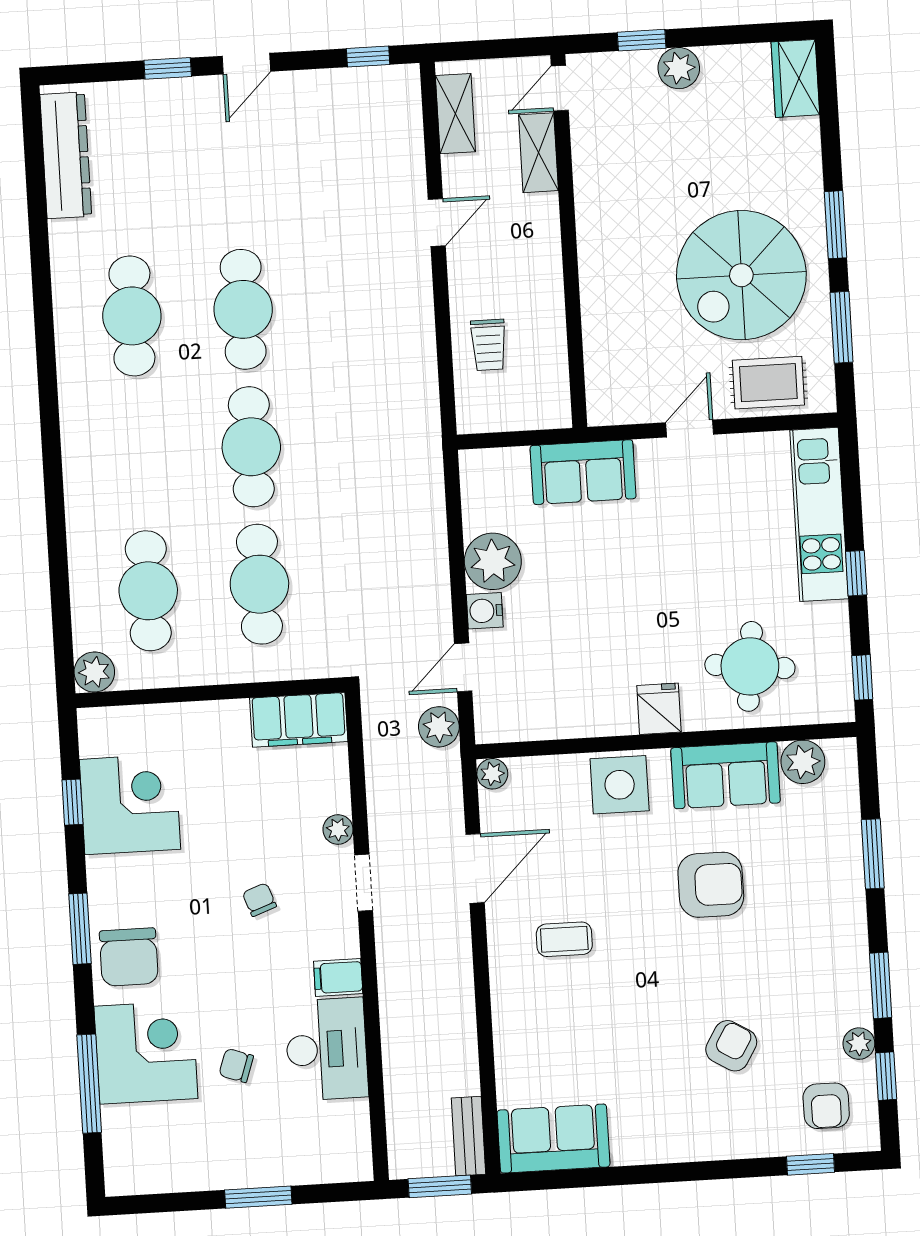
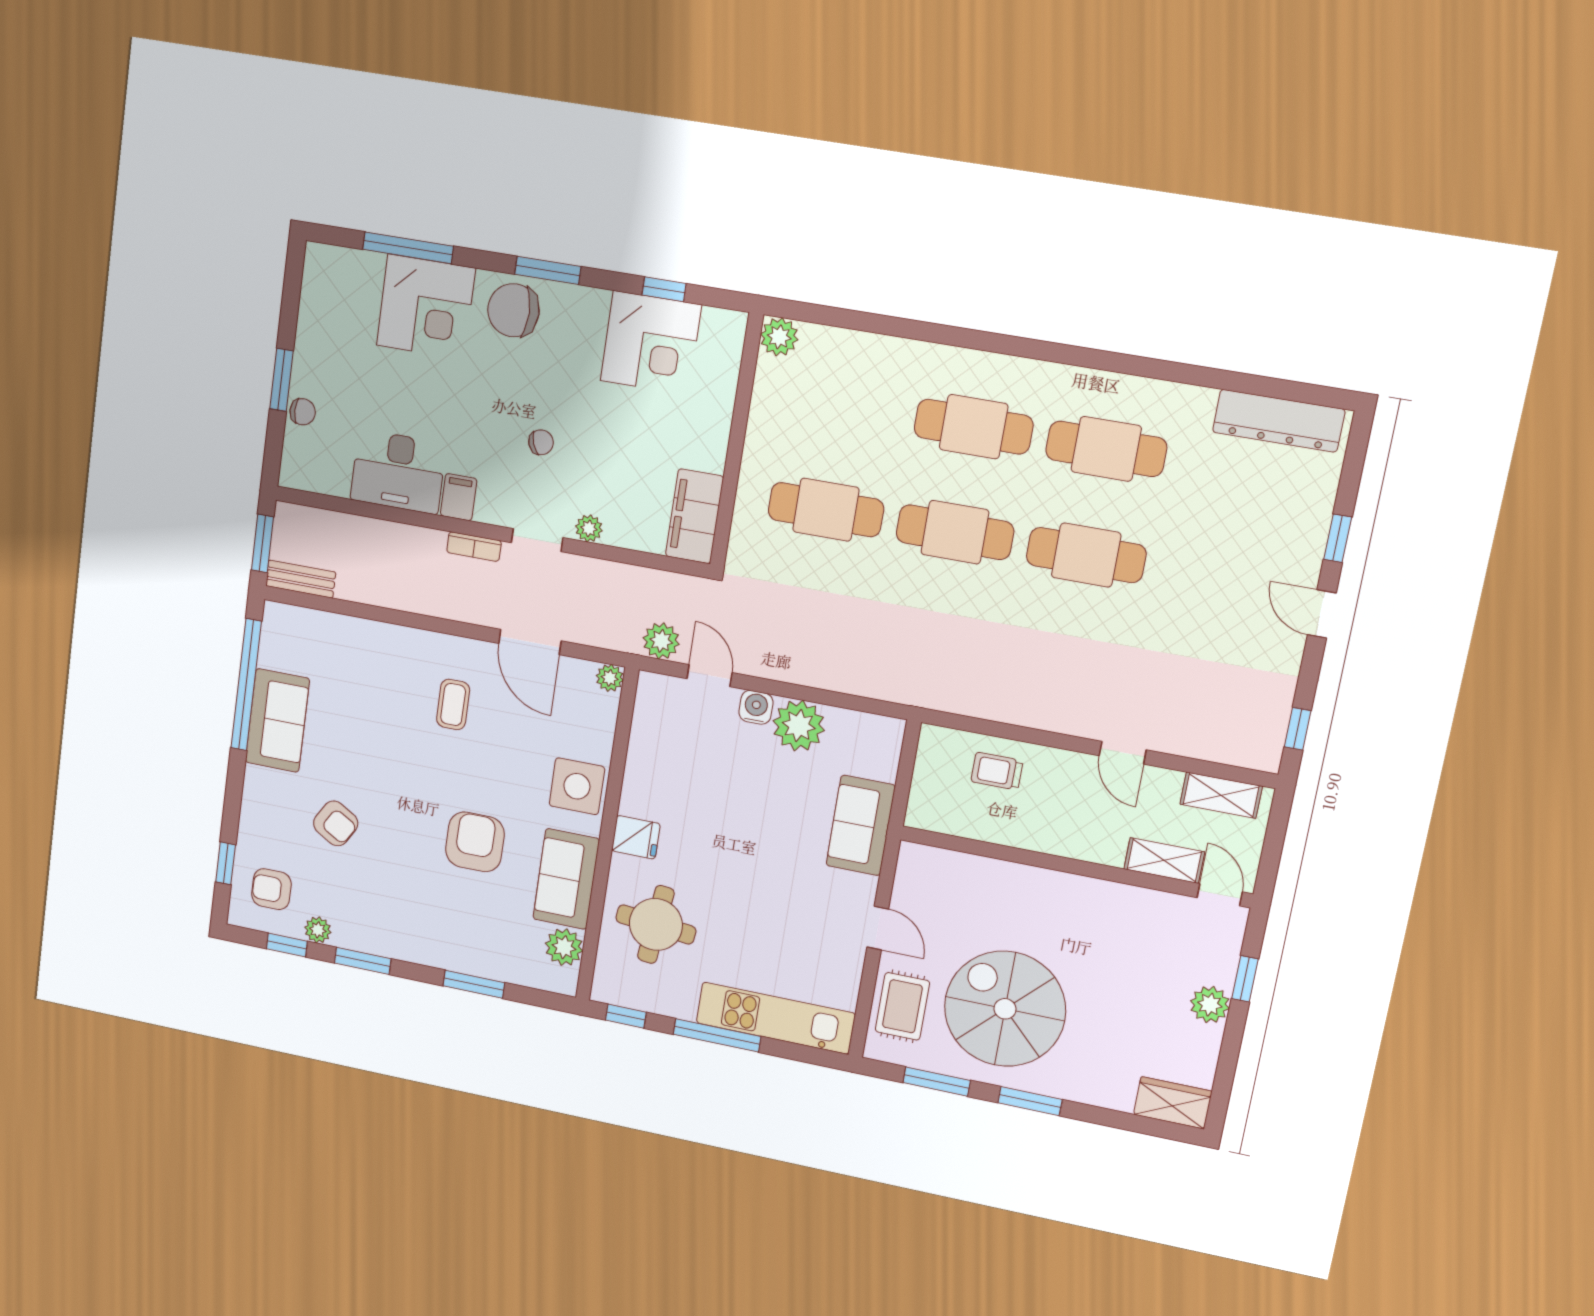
window: (856, 573) -> (717, 1035), width x2.17
cafe table: (148, 591) -> (974, 427), moved
armchair: (711, 885) -> (475, 842), turned 180
bookcase: (387, 950) -> (474, 547), added
chair: (236, 1065) -> (303, 412), moved, turned 71
sofa: (553, 1139) -> (277, 720), moved
window: (601, 1177) -> (246, 685), added

